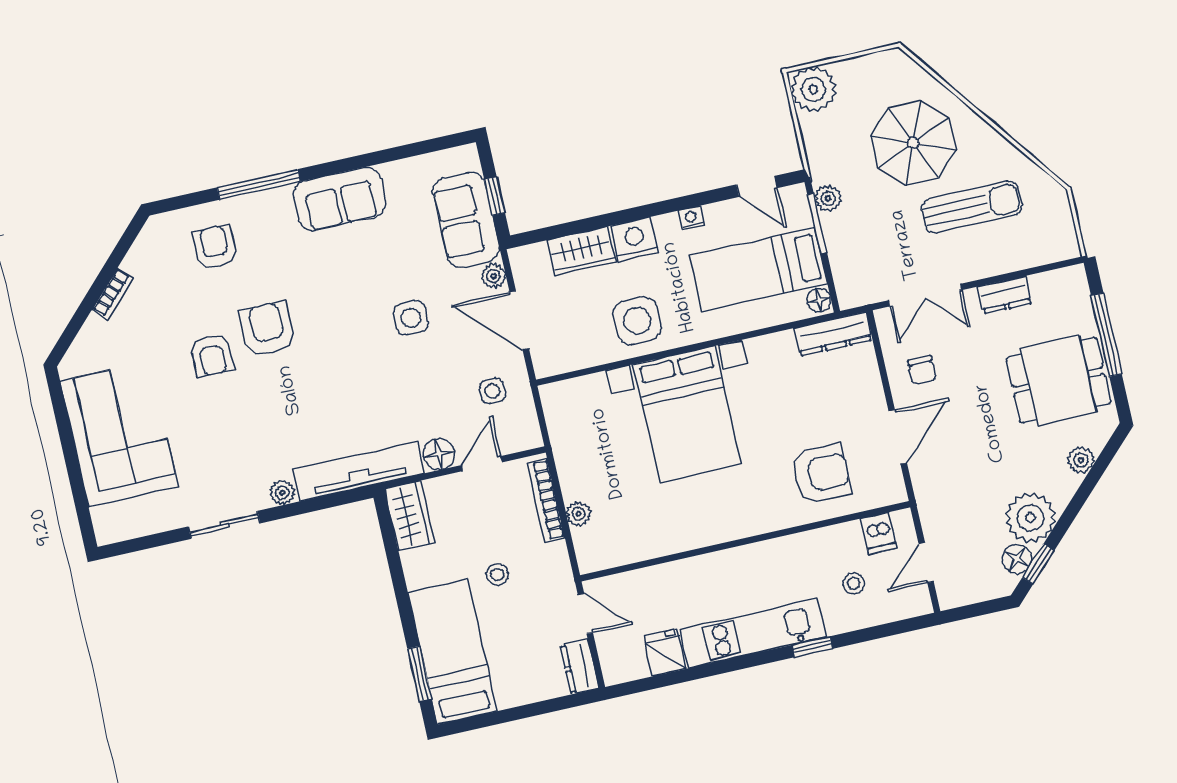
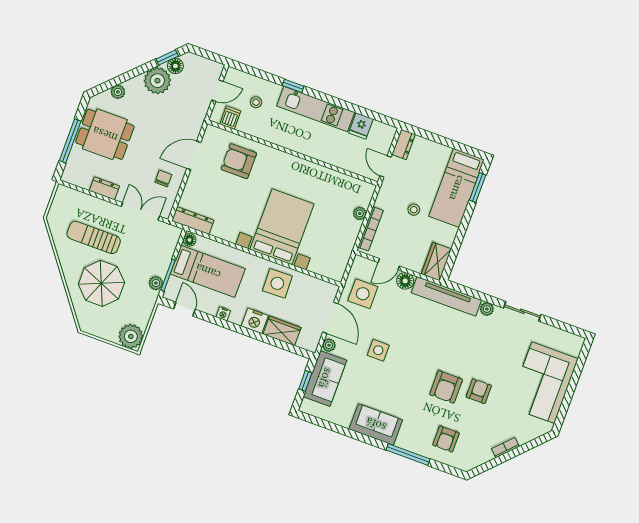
side table: (492, 391) -> (363, 294), width x1.87, depth x1.87

